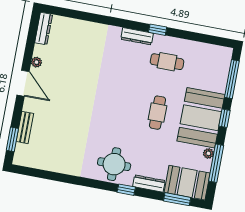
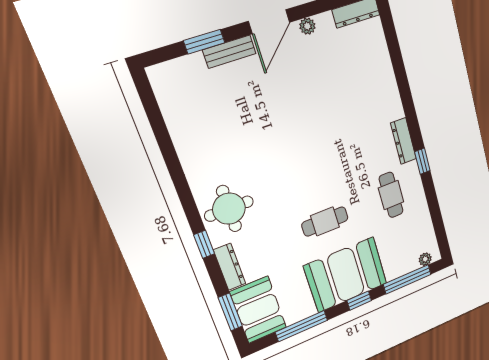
bench: (25, 127) -> (229, 52), moved
window: (12, 139) -> (204, 42), moved
plant: (208, 153) -> (425, 259), moved

